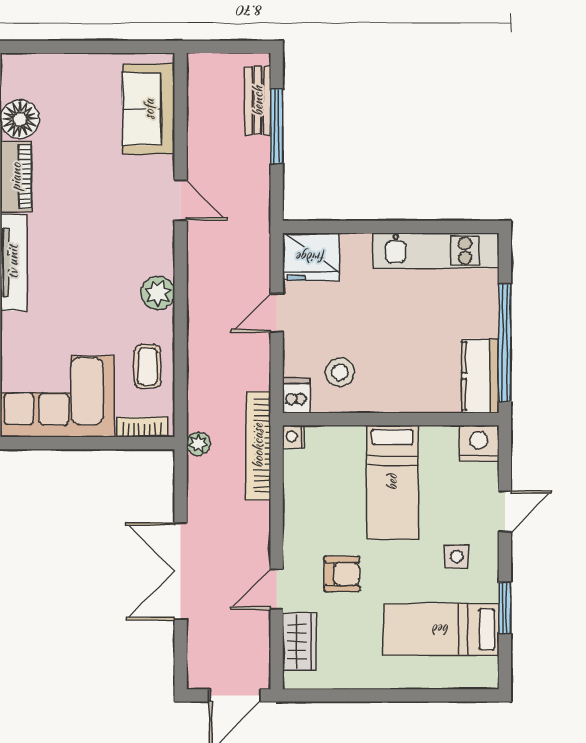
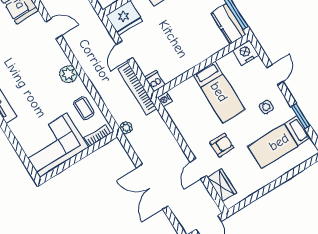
stool: (340, 372) -> (167, 60), removed
bookcase: (258, 446) -> (137, 89), moved

